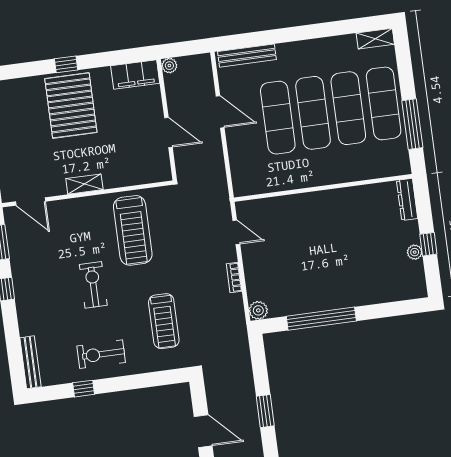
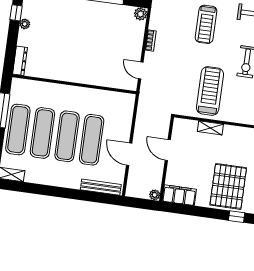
window: (66, 64) -> (237, 217), moved
shelving: (84, 184) -> (210, 128), moved
window: (428, 244) -> (16, 13), moved
treadmill: (164, 321) -> (206, 24), turned 180

